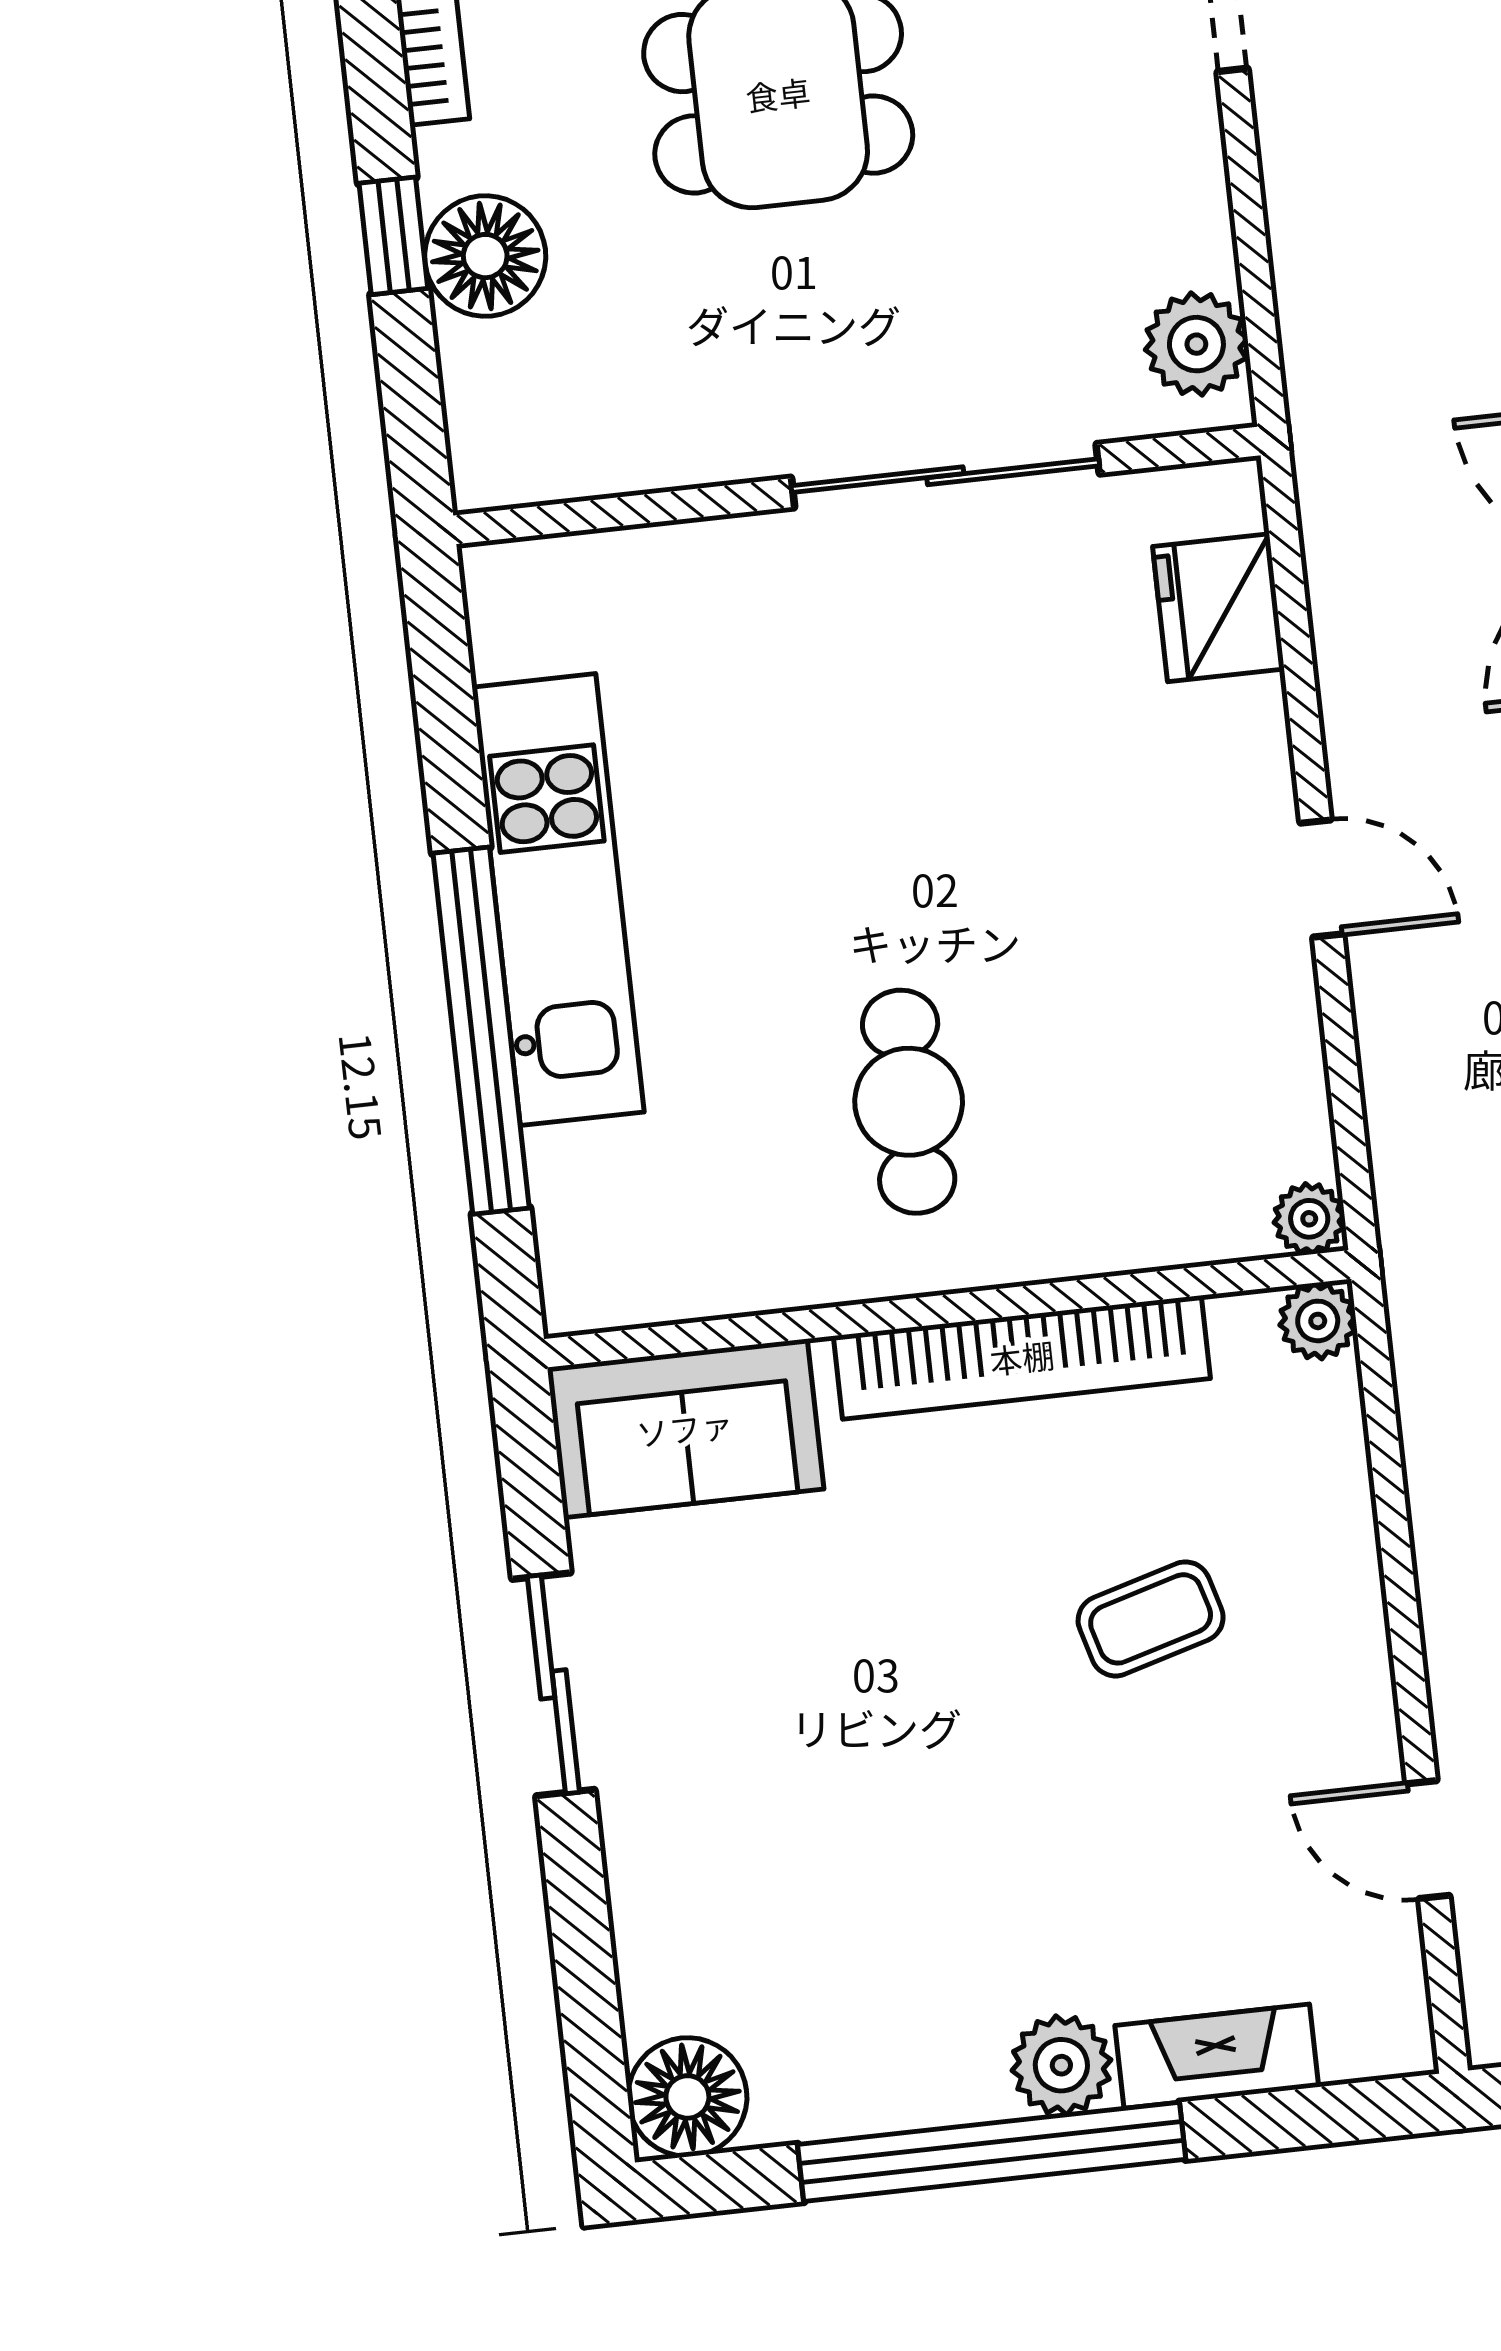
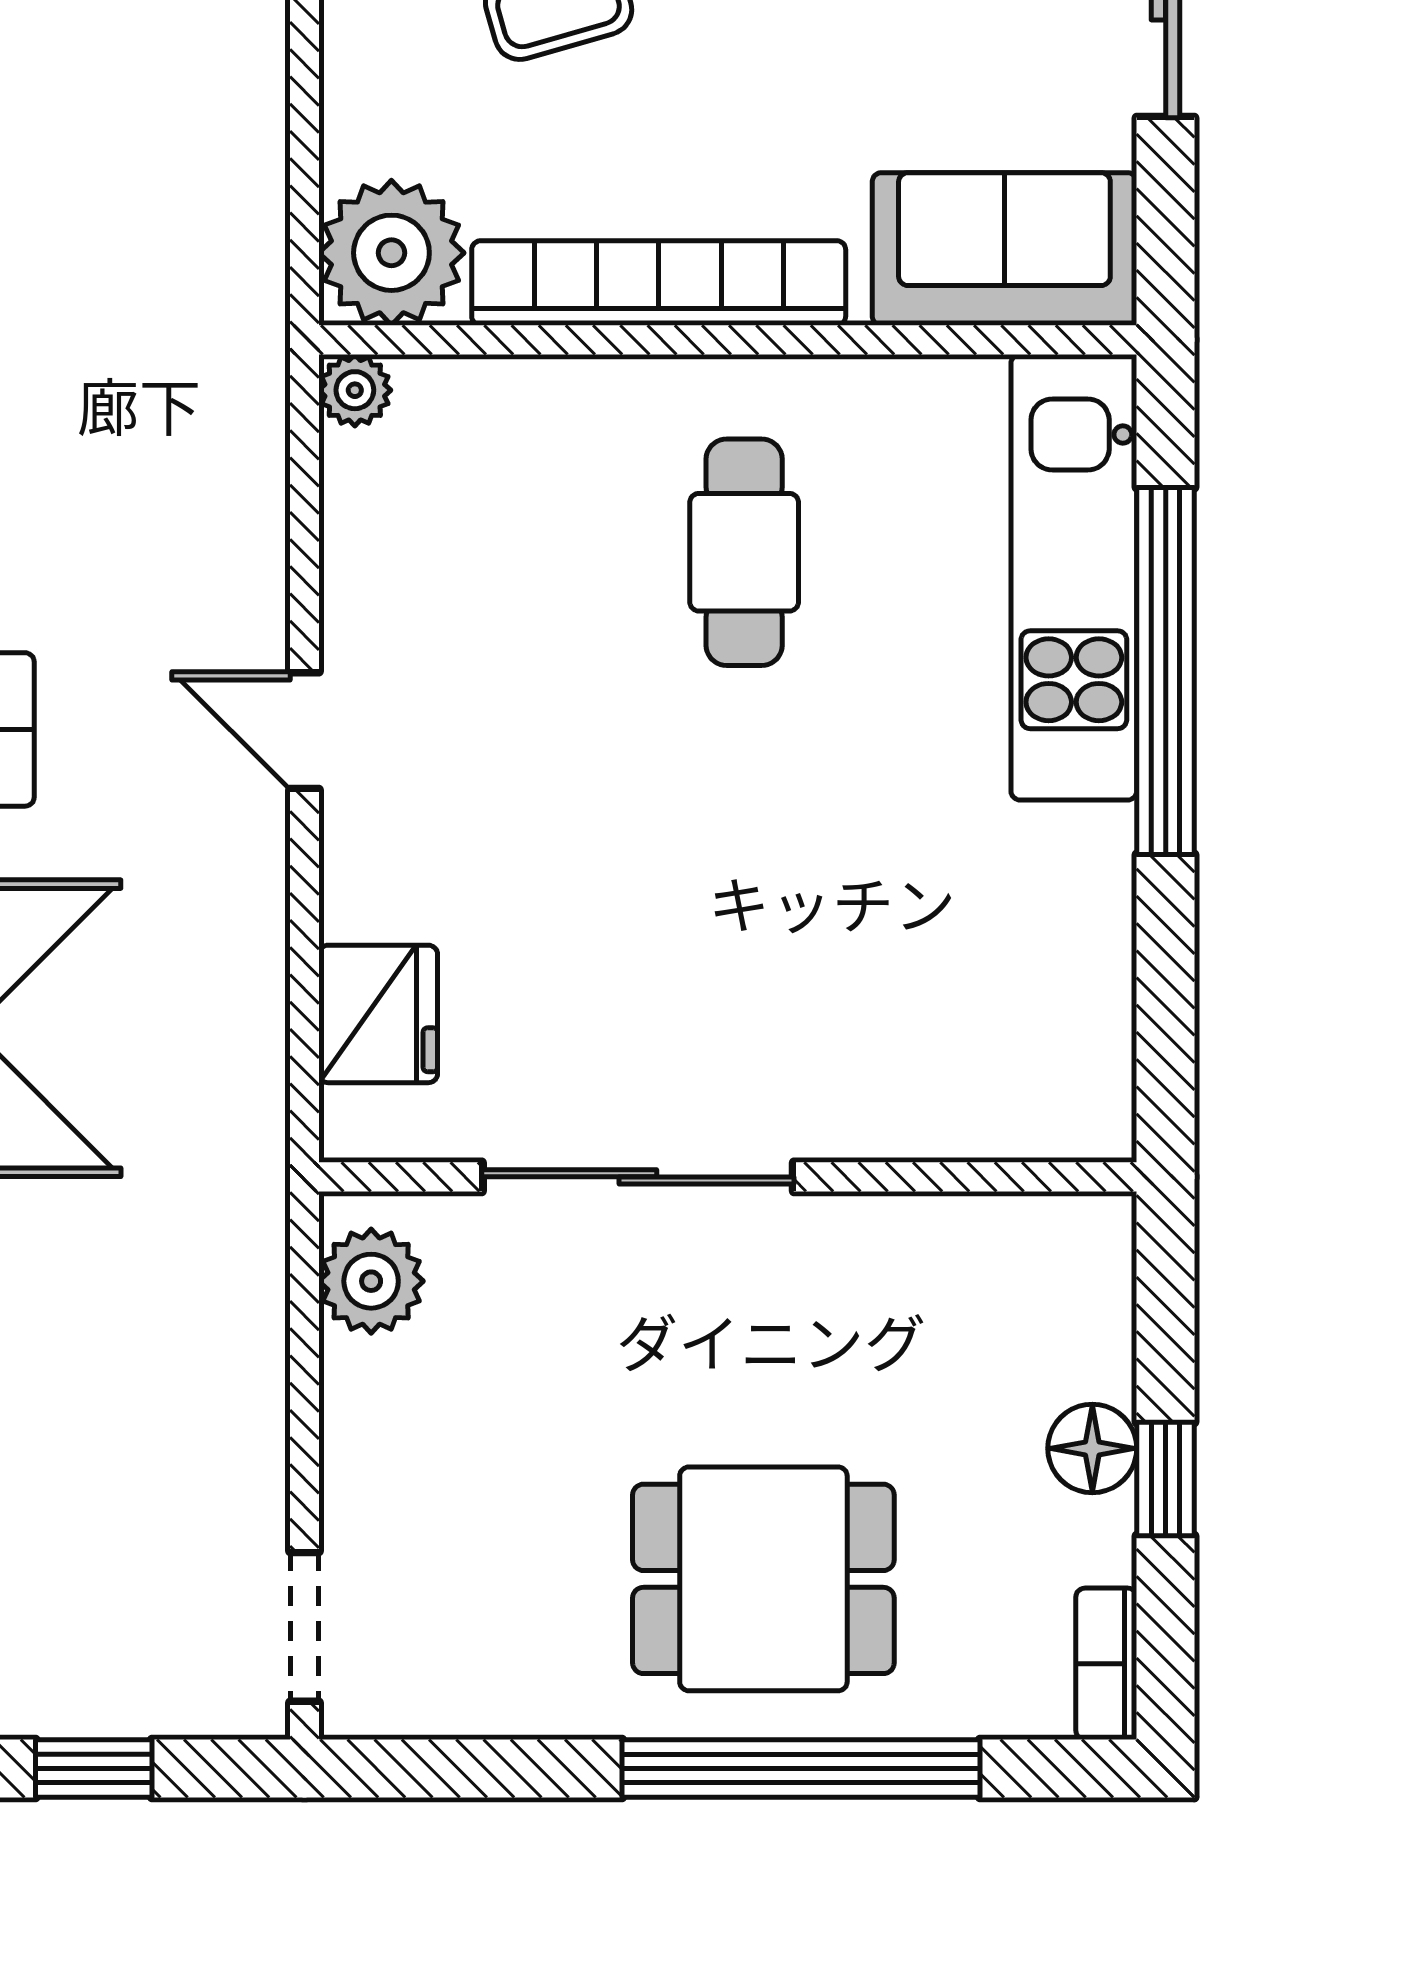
floor lamp: (485, 256) -> (1092, 1448), width x0.73, depth x0.73
kitchen unit: (558, 900) -> (1074, 577), moved
plant: (1318, 1321) -> (391, 253), width x1.88, depth x1.88

